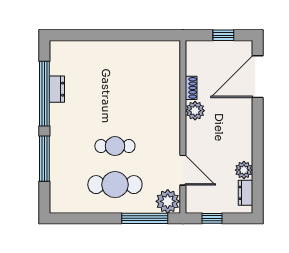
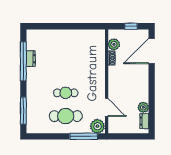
plant: (195, 111) -> (114, 44), moved
window: (44, 159) -> (23, 111), moved
window: (212, 218) -> (124, 136), removed

